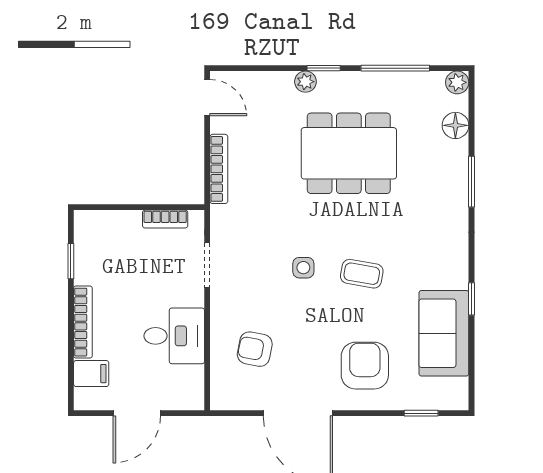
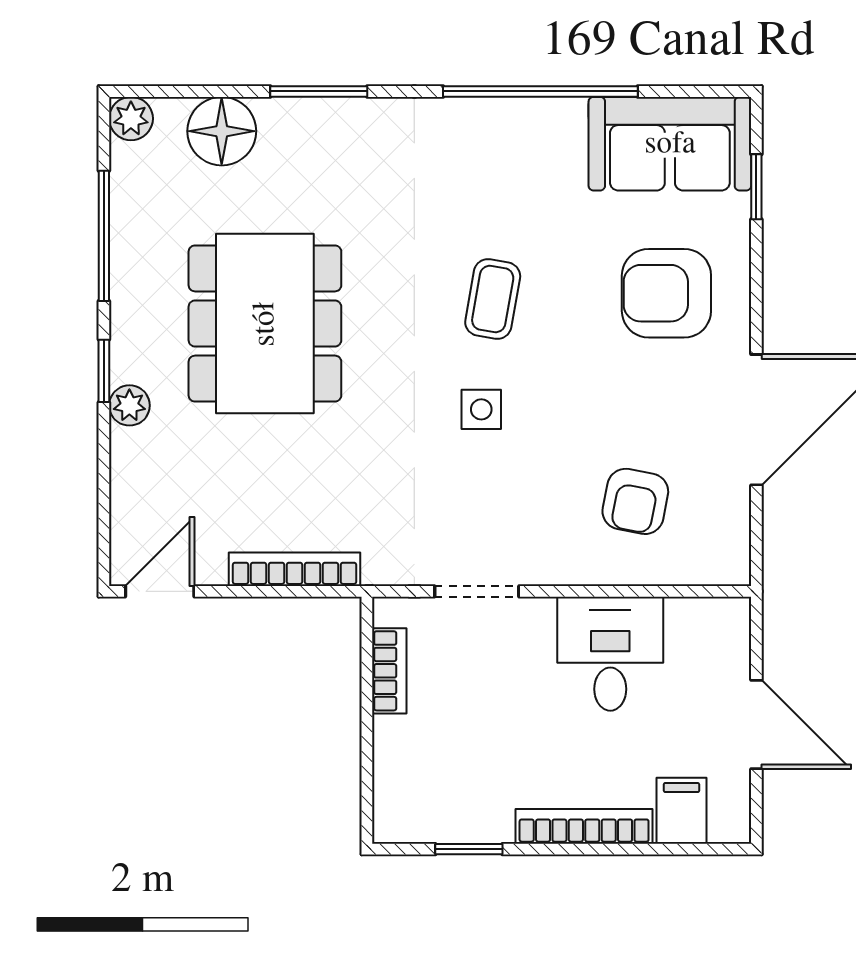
floor lamp: (455, 125) -> (222, 131), width x1.38, depth x1.38
window: (471, 299) -> (540, 91), width x3.17
sofa: (444, 333) -> (670, 144), moved

